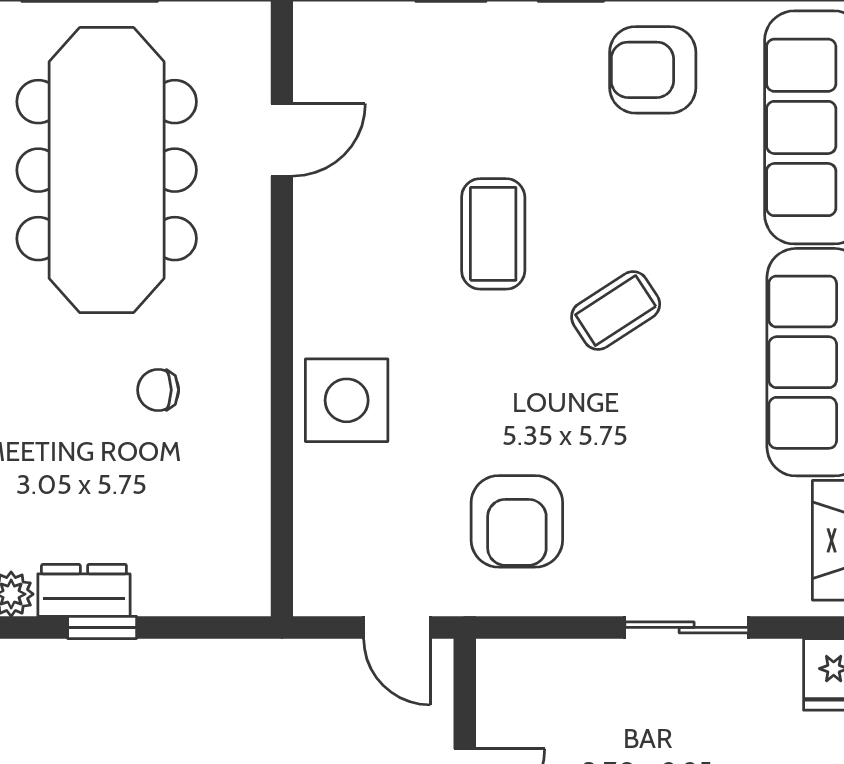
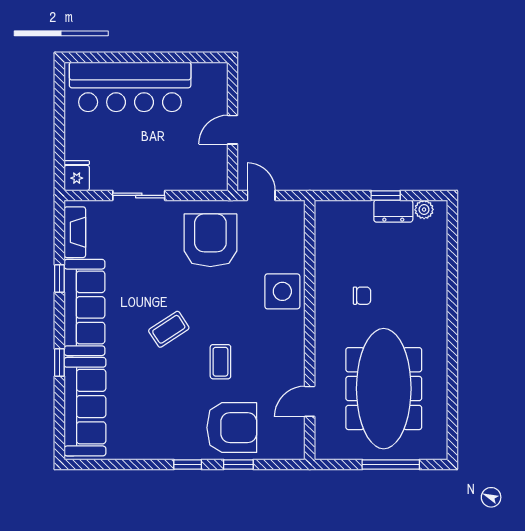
armchair: (653, 70) -> (232, 428), moved, width x1.36, depth x1.36
coffee table: (493, 234) -> (220, 362), width x0.73, depth x0.77
armchair: (517, 521) -> (210, 240), width x1.36, depth x1.36

